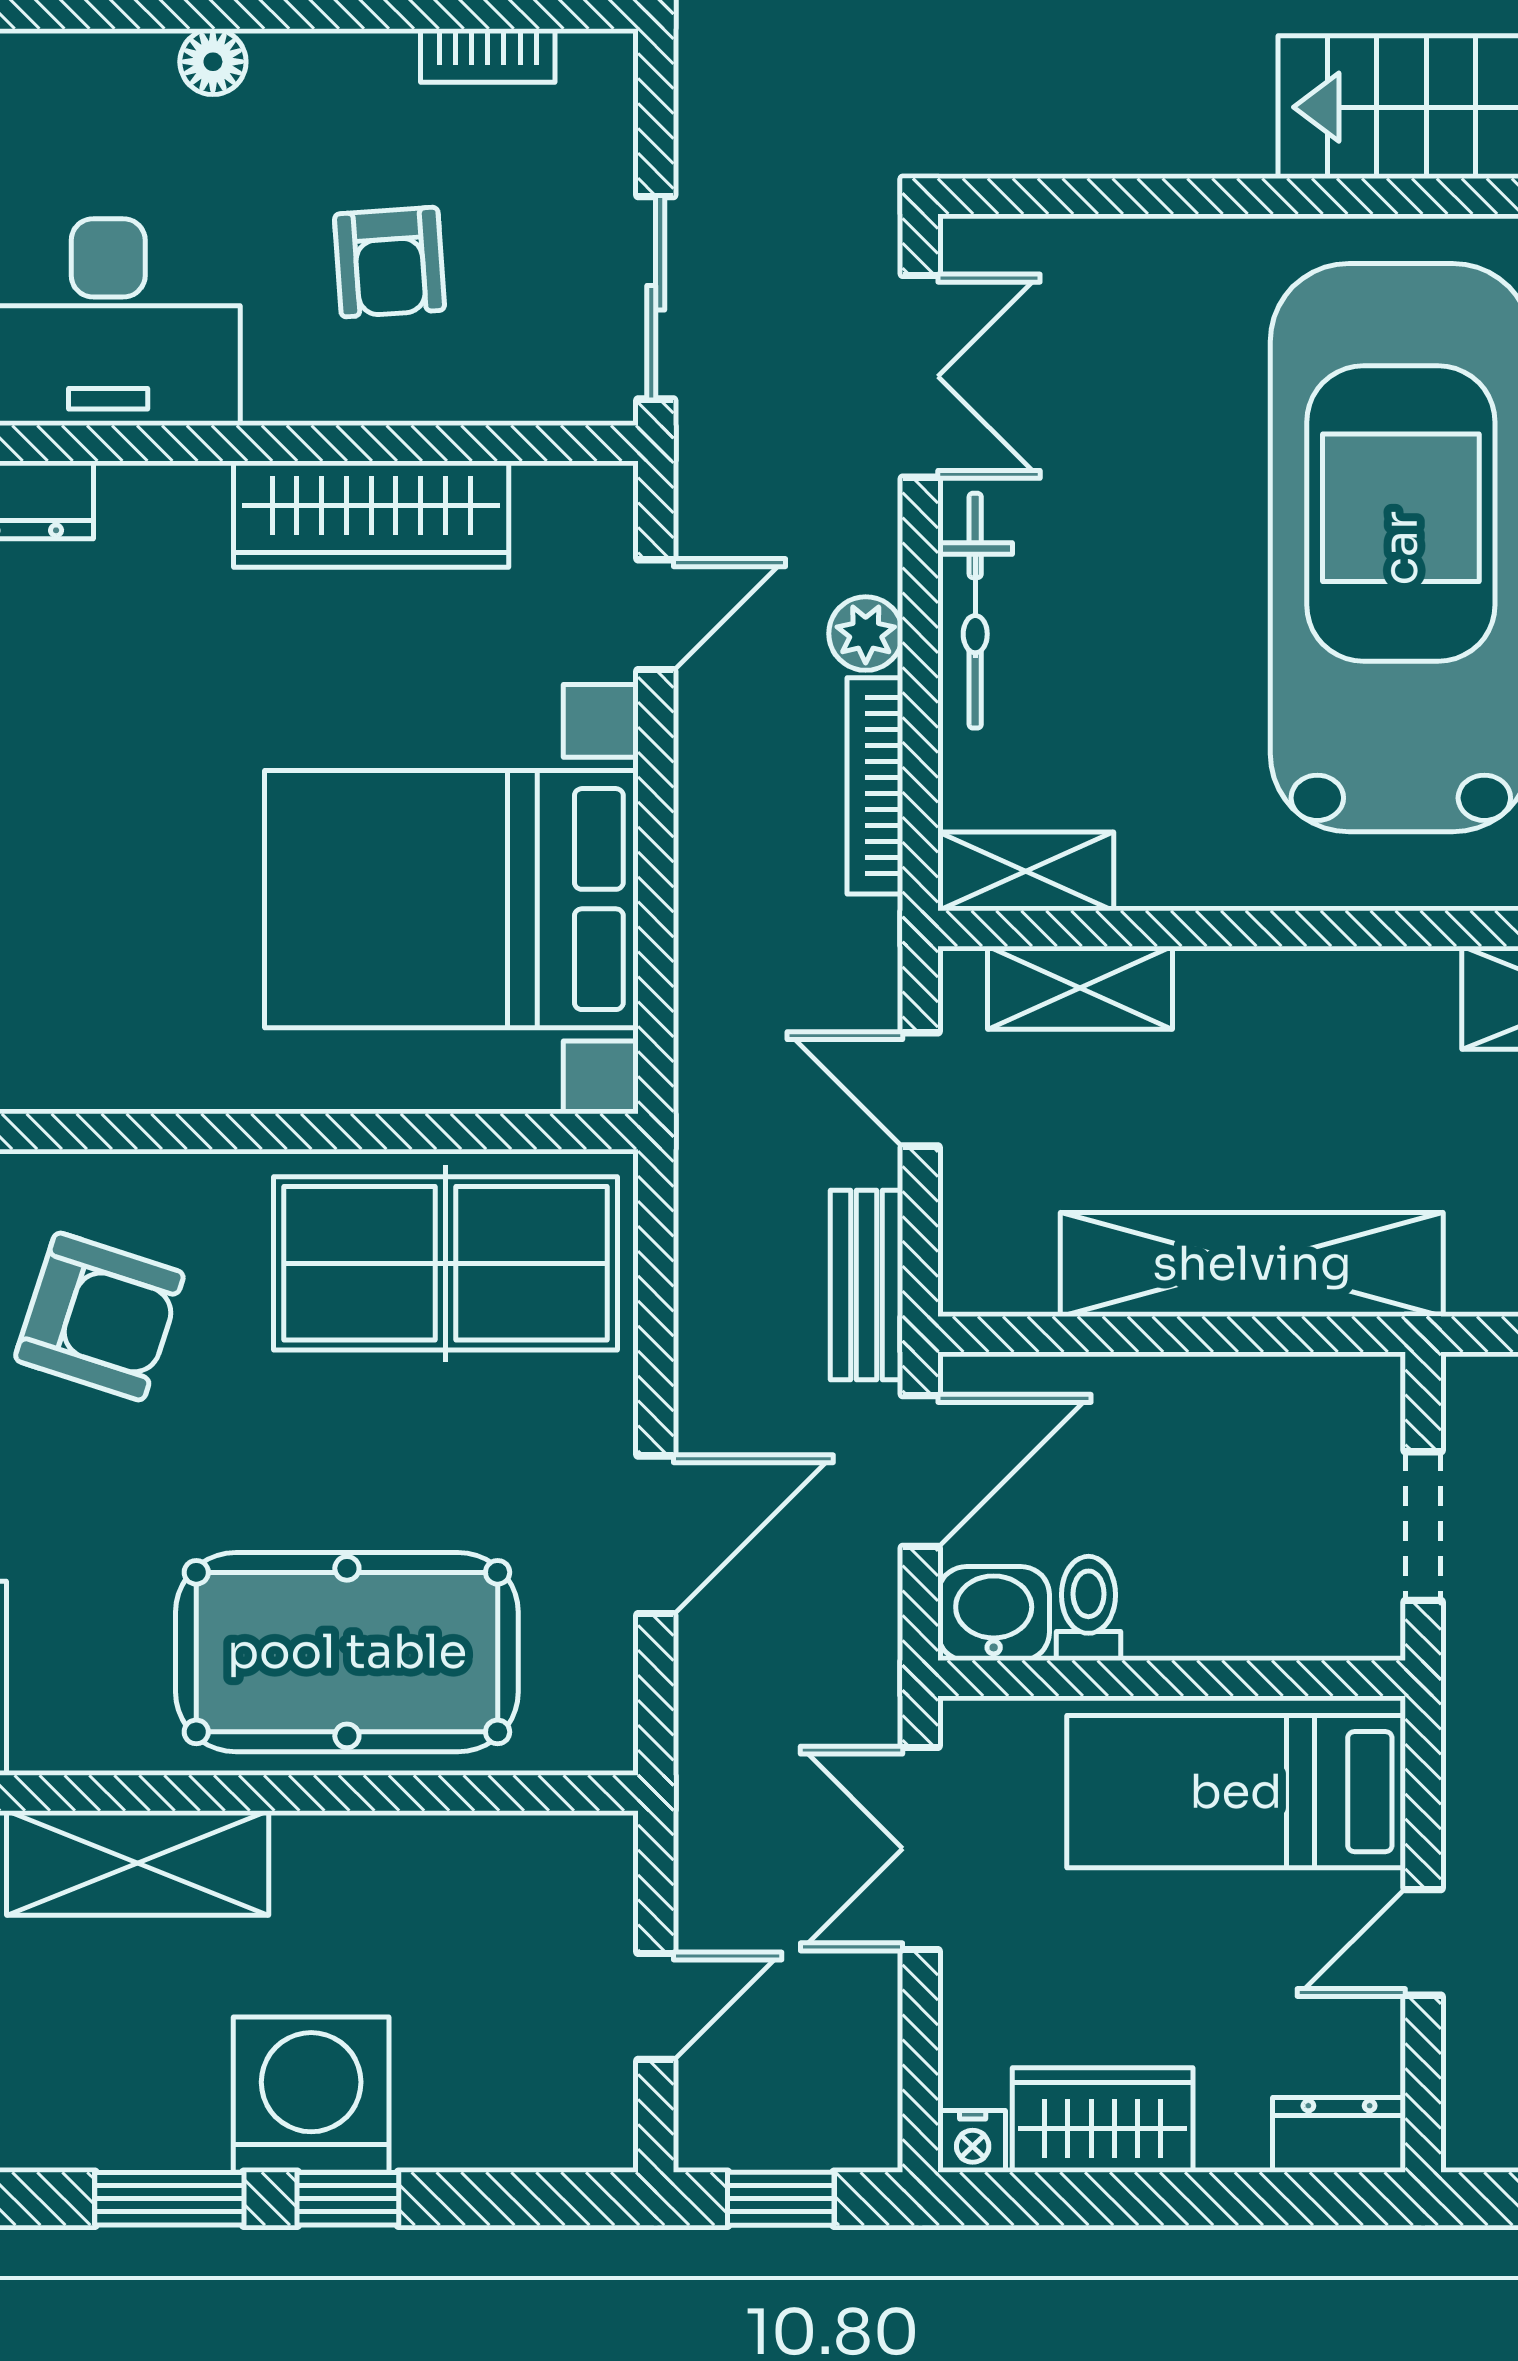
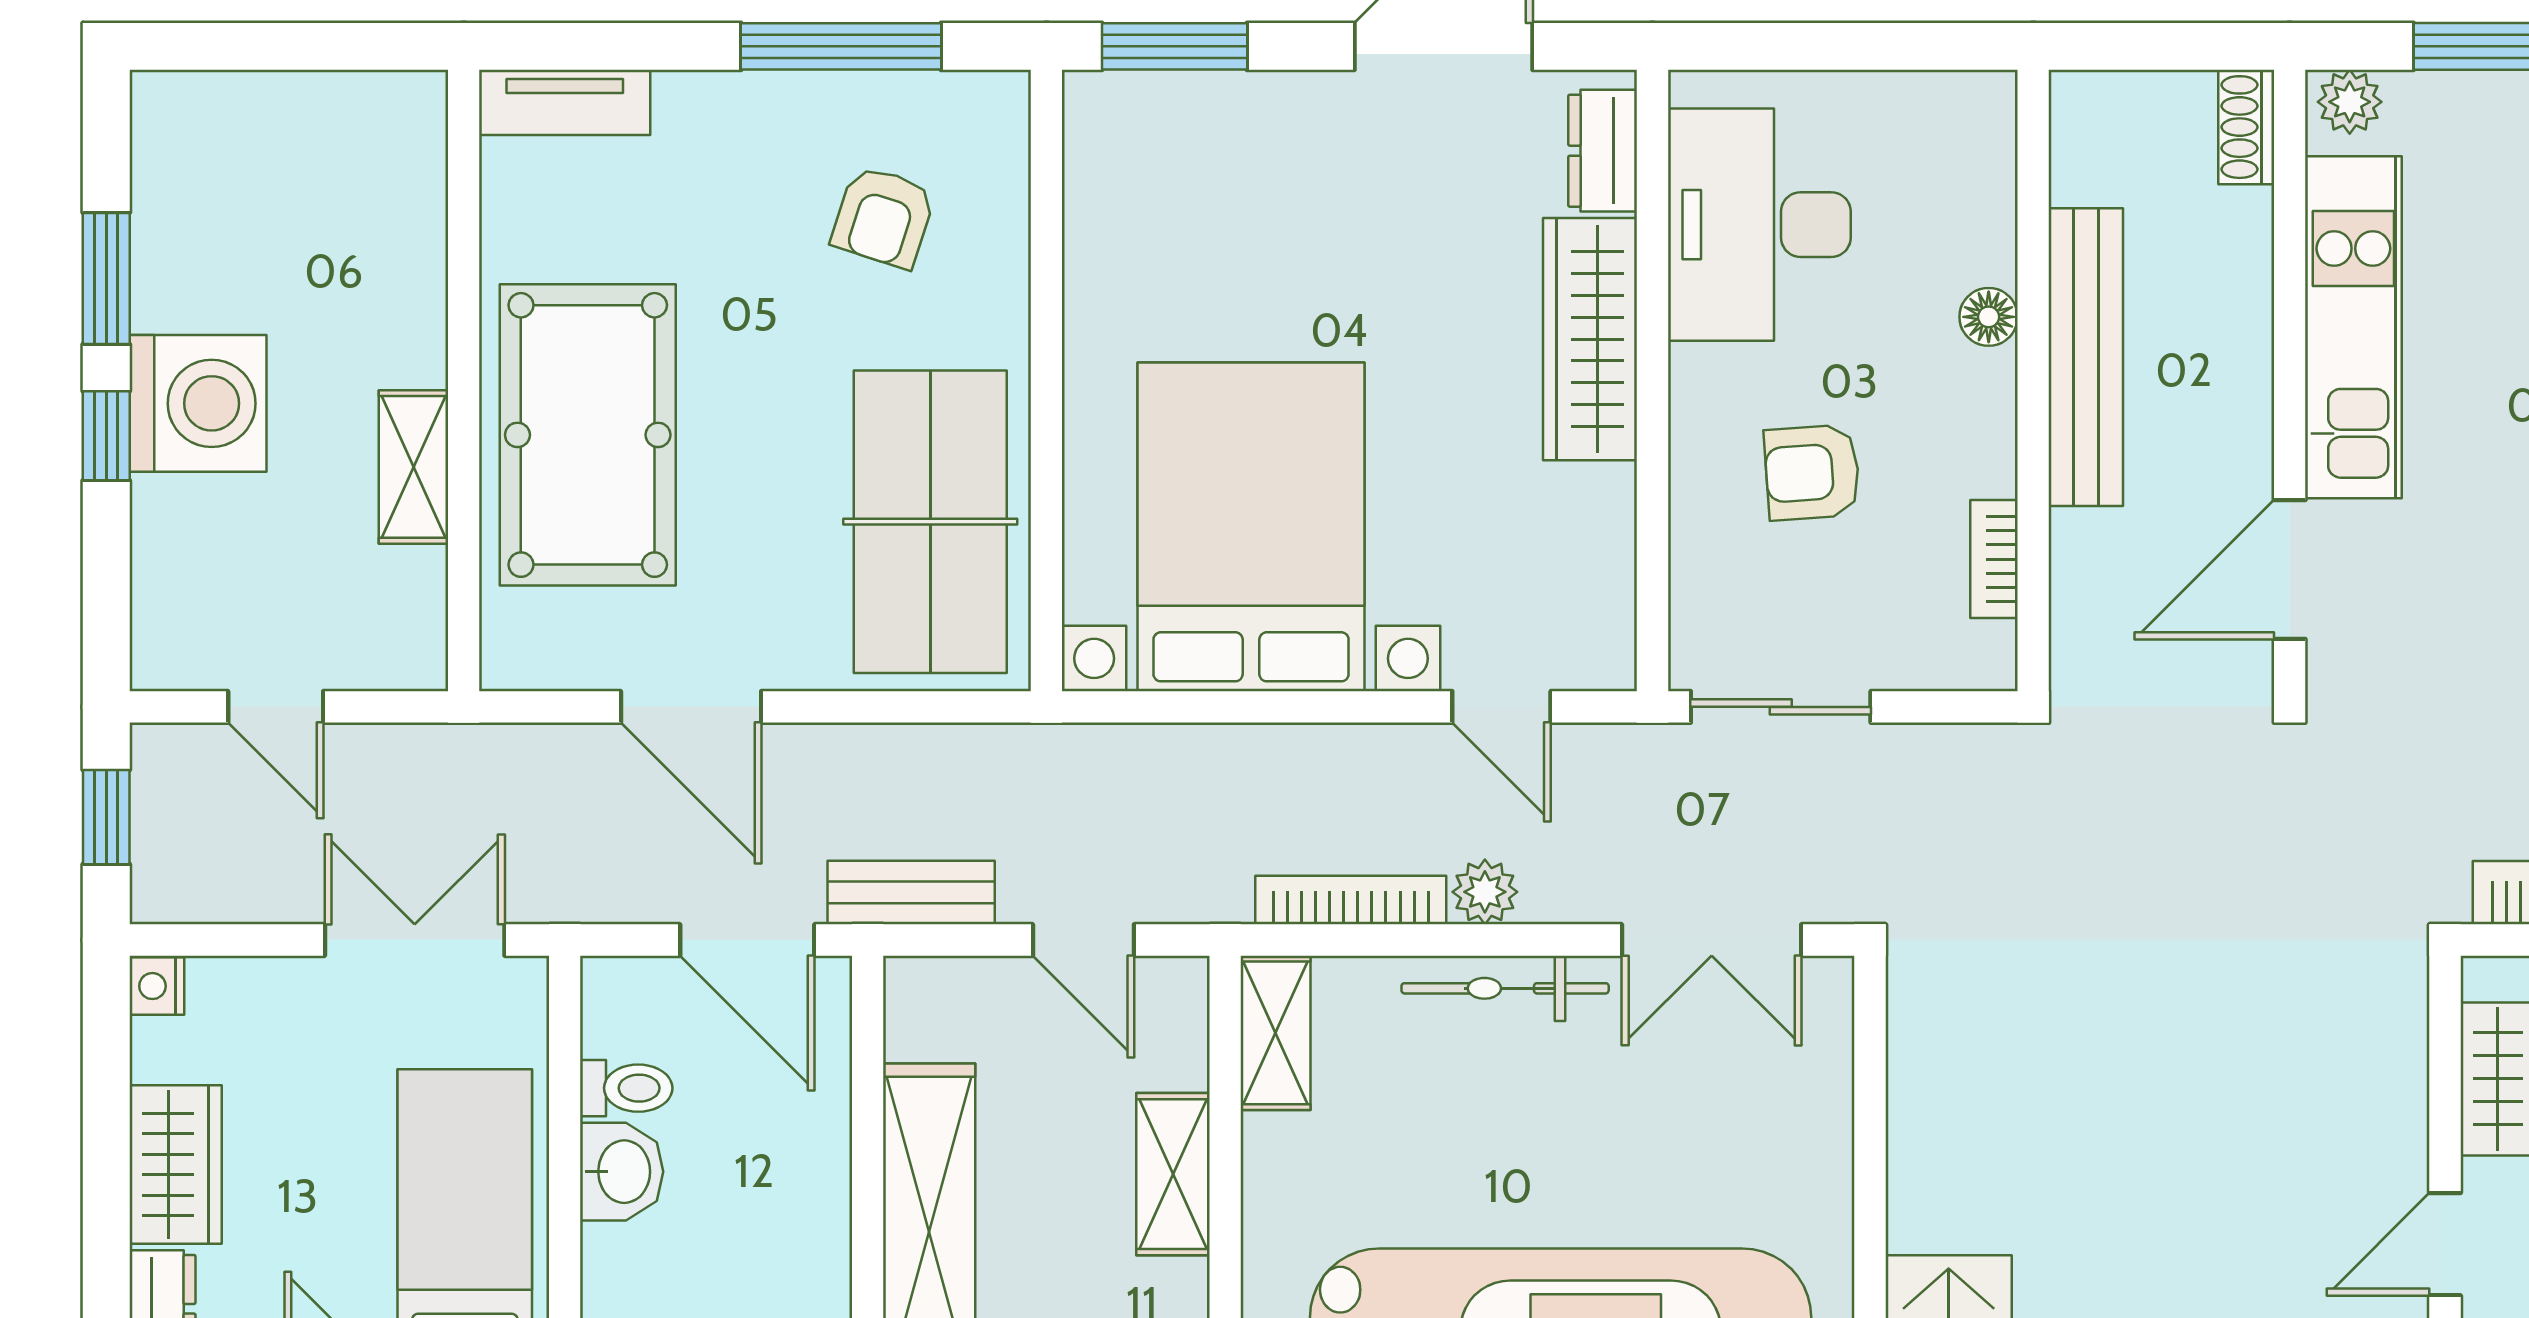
wardrobe: (371, 514) -> (1590, 339), moved
shelving: (1080, 988) -> (1173, 1174), moved
door: (920, 1089) -> (1083, 940), swing flipped
armchair: (99, 1316) -> (883, 217), width x0.72, depth x0.72
washbasin: (994, 1614) -> (622, 1172), moved
shelving: (138, 1863) -> (413, 467), moved, width x0.67, depth x0.75
wardrobe: (1103, 2120) -> (176, 1165), moved

